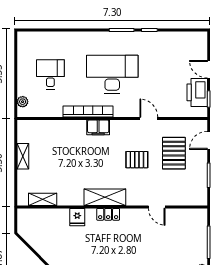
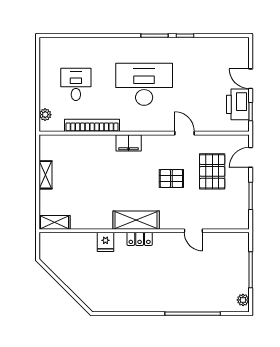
bookcase: (88, 112) -> (92, 125), moved
shelving: (43, 199) -> (54, 222), moved

